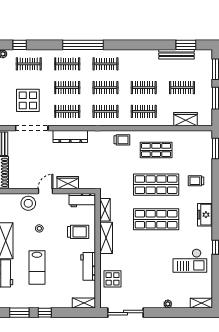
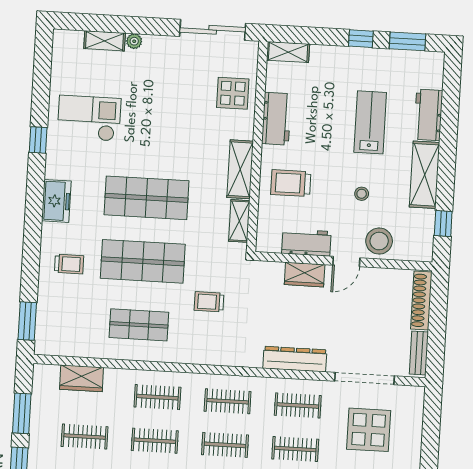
trolley: (122, 140) -> (209, 302), moved
workbench: (82, 200) -> (306, 242), moved
shelving: (201, 303) -> (105, 41), moved

